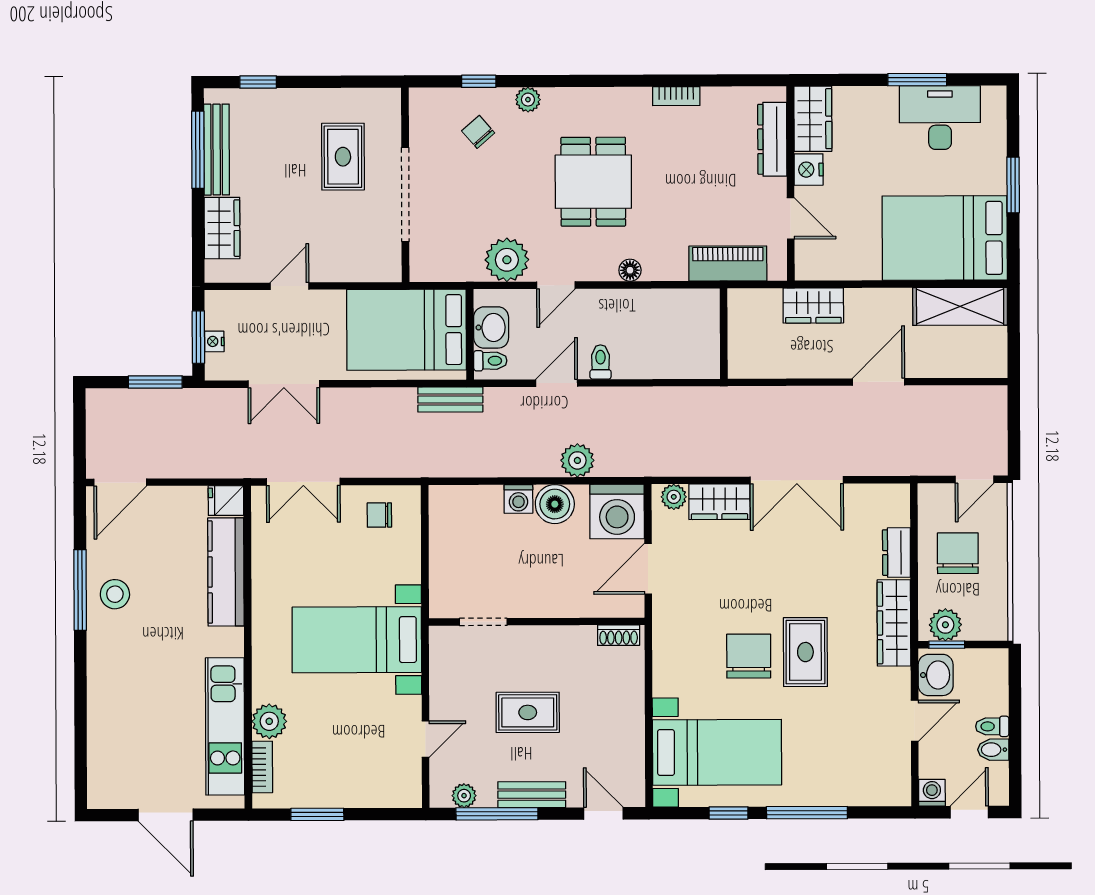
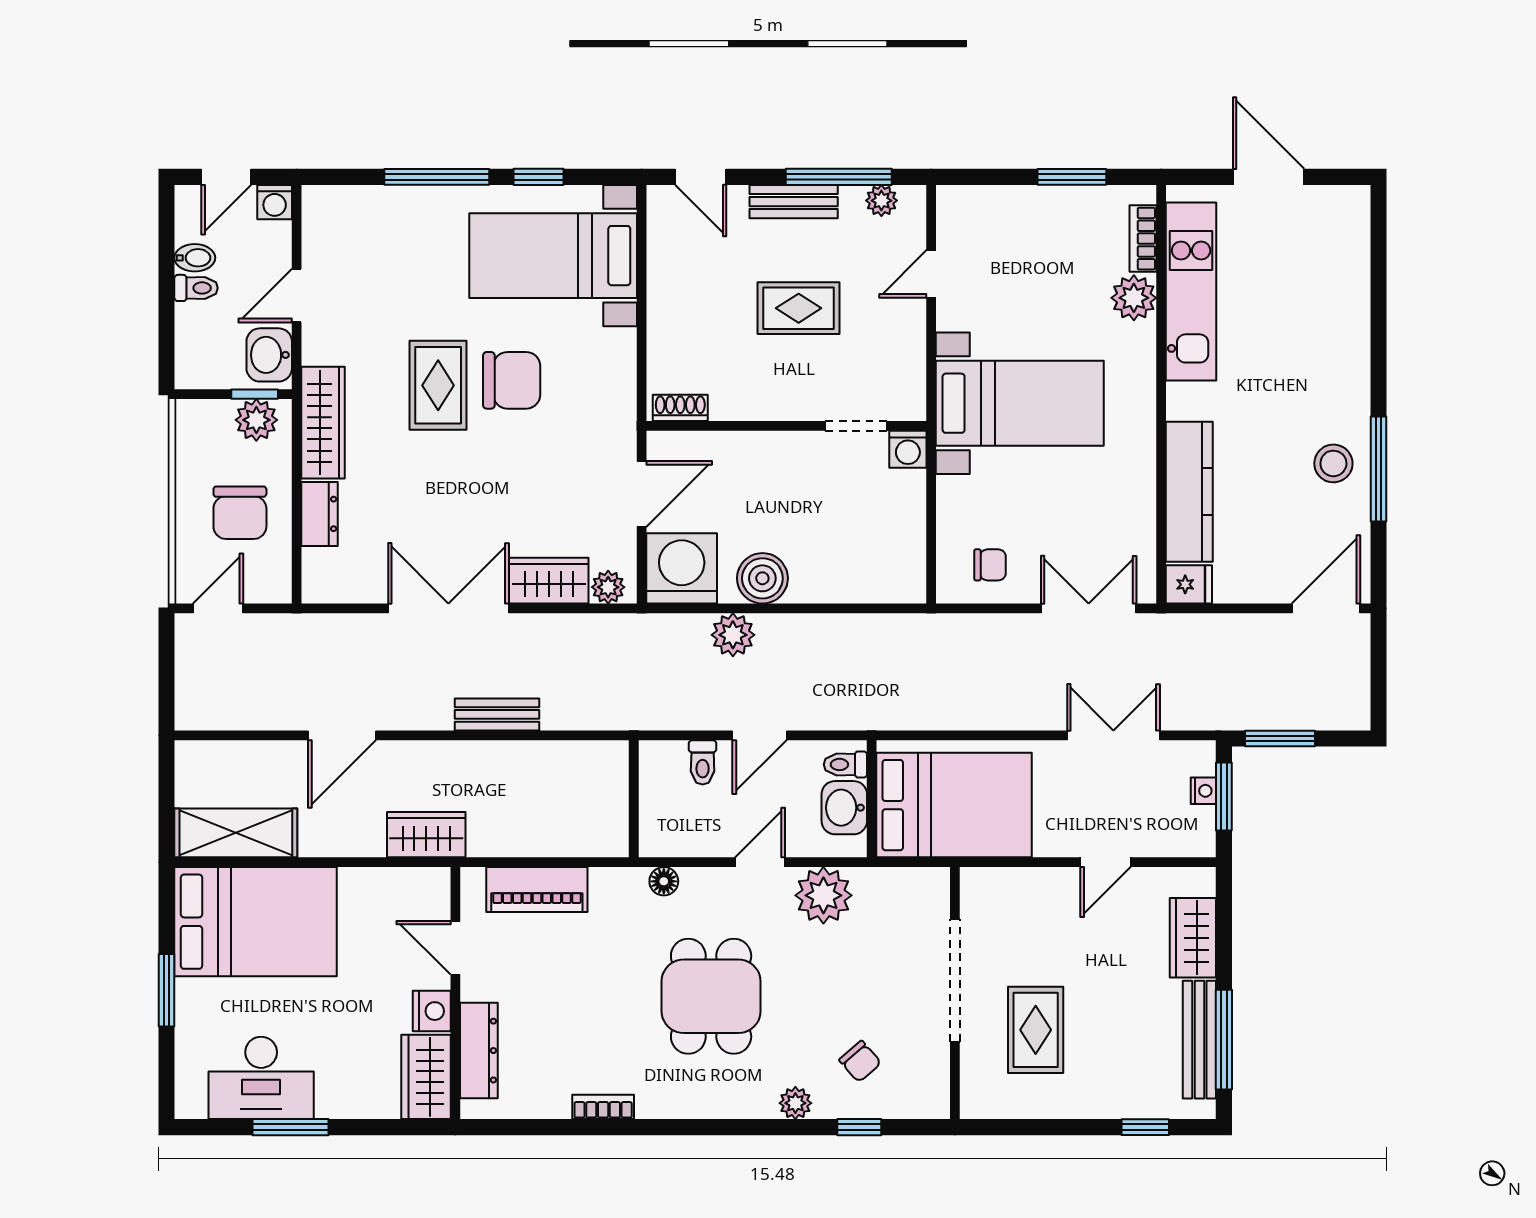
wall: (724, 334) -> (634, 799), moved
bench: (450, 399) -> (497, 714), moved
washing machine: (518, 499) -> (908, 449), moved, turned 180
chair: (749, 656) -> (512, 380), turned -90

